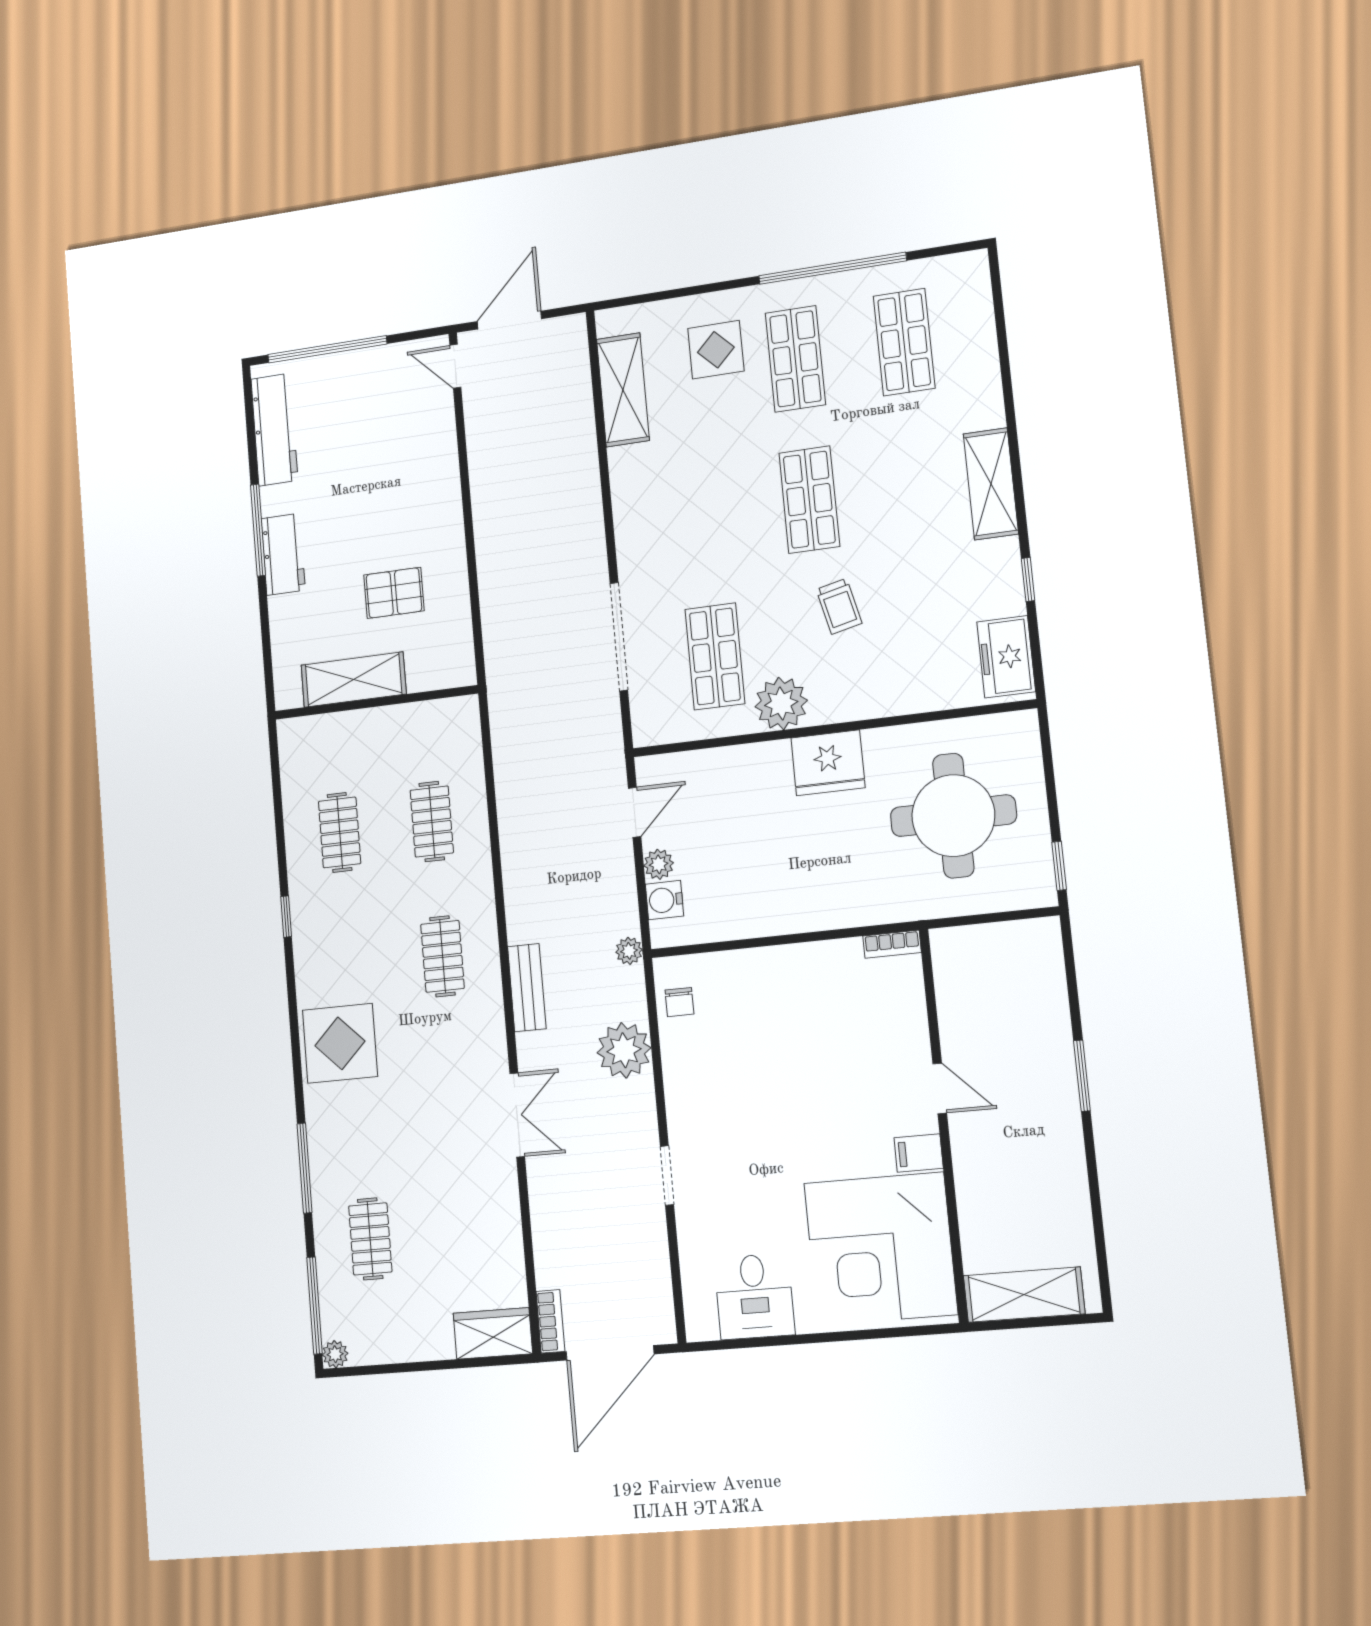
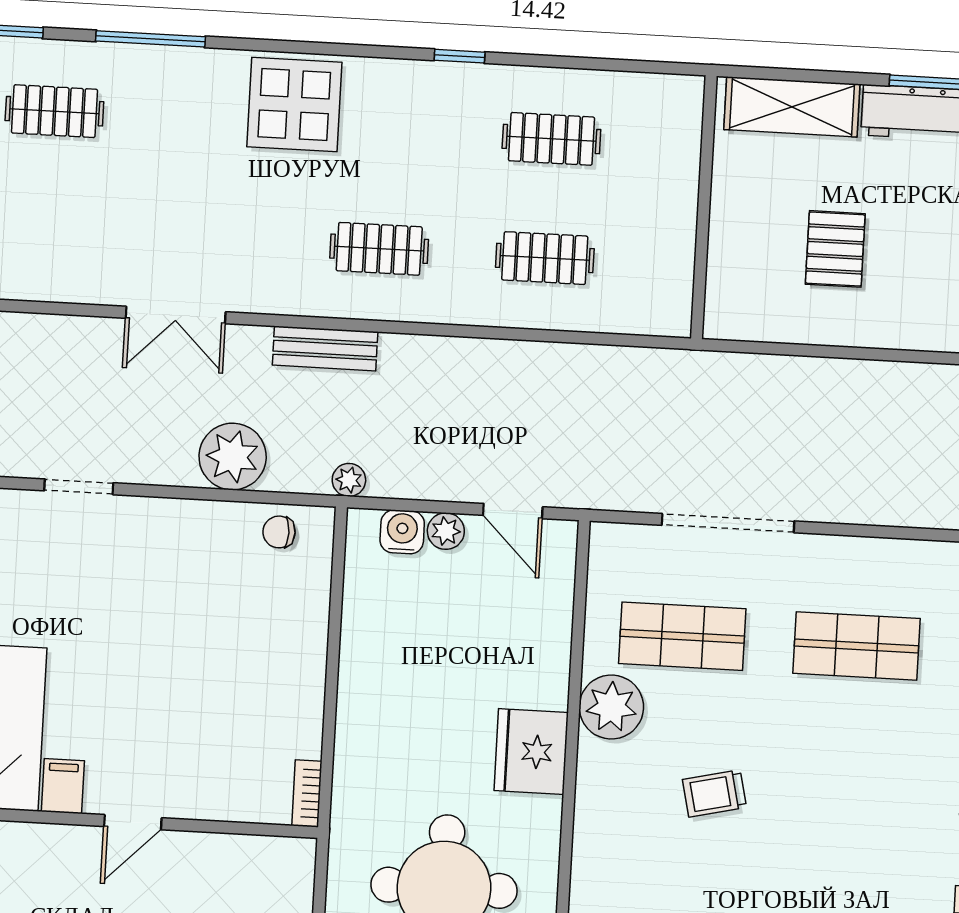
shop shelf: (809, 500) -> (856, 646), moved
shelving: (353, 680) -> (792, 107), moved, turned 90

